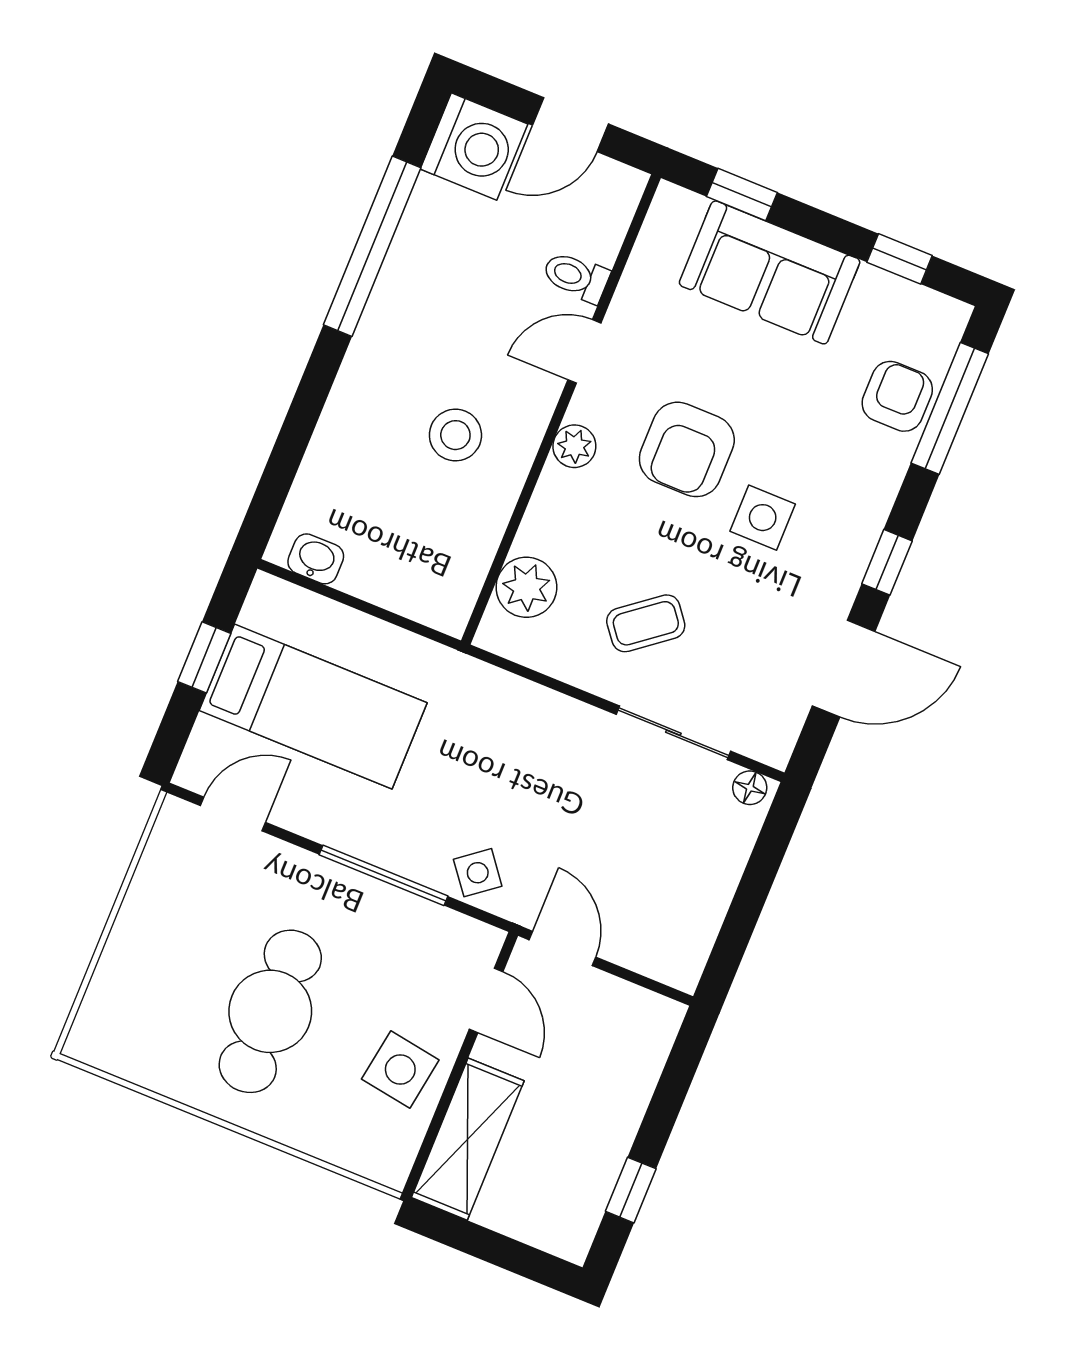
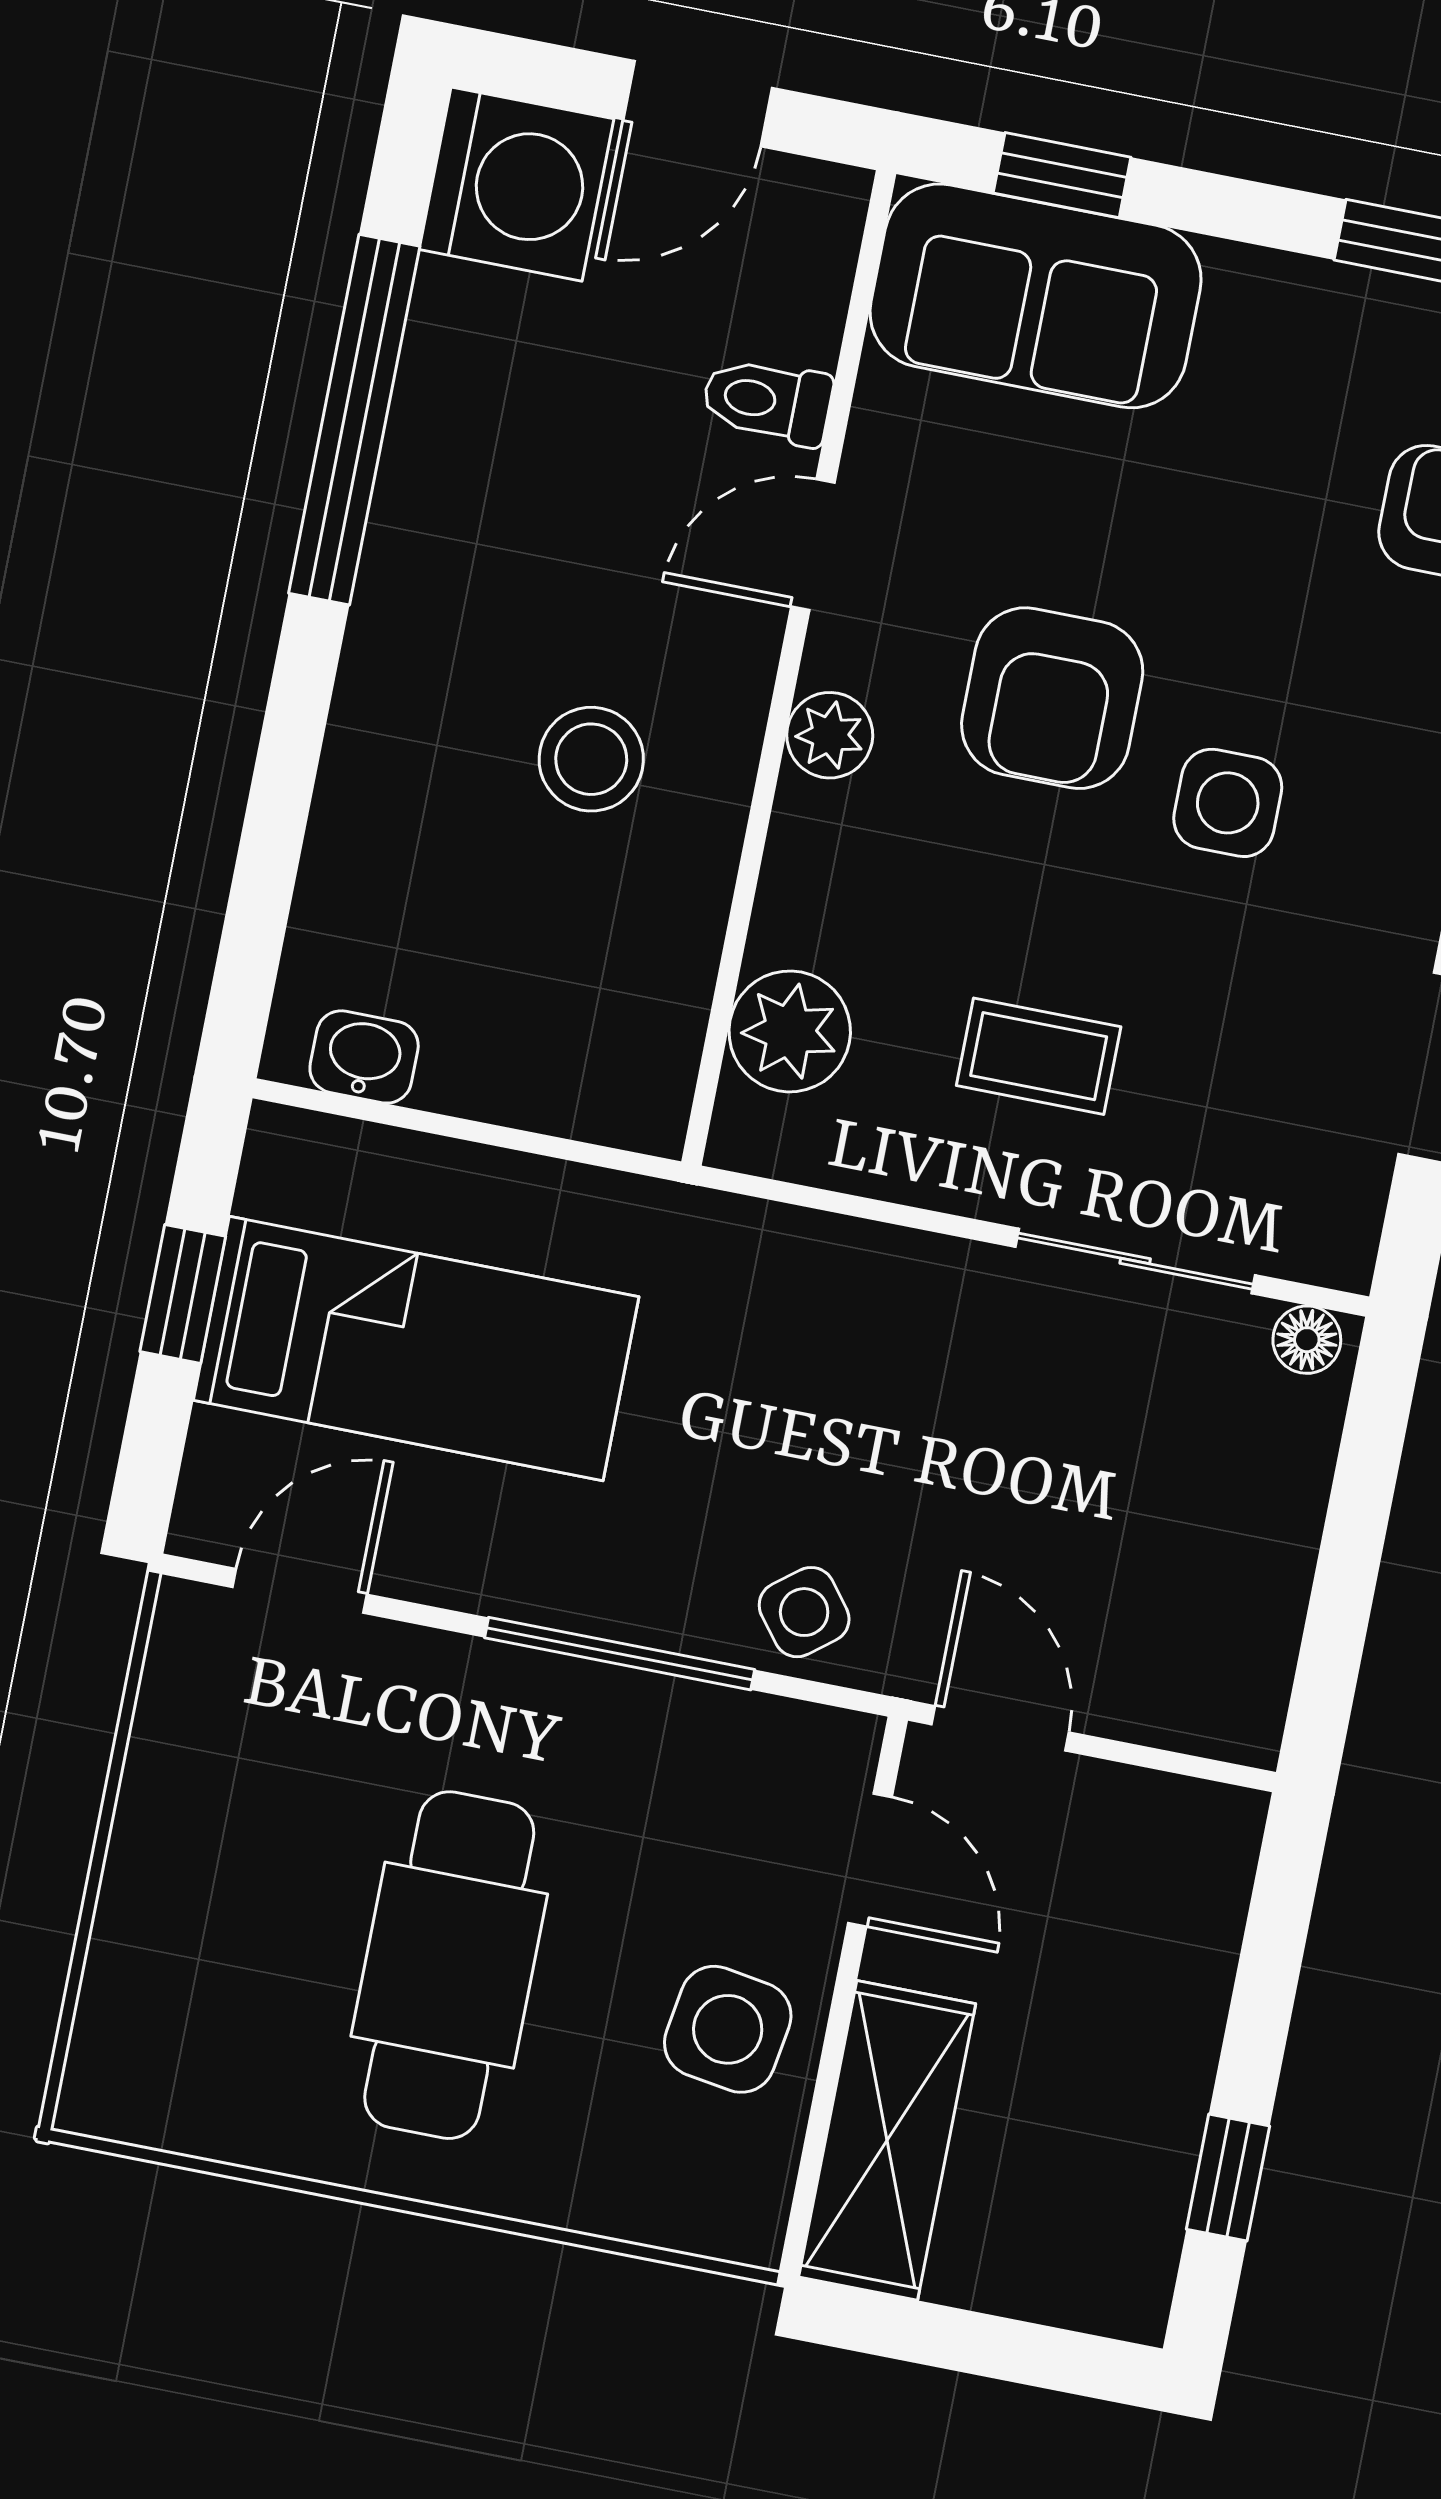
sofa: (770, 272) -> (1036, 296), moved
coffee table: (646, 623) -> (1039, 1056), turned 38

